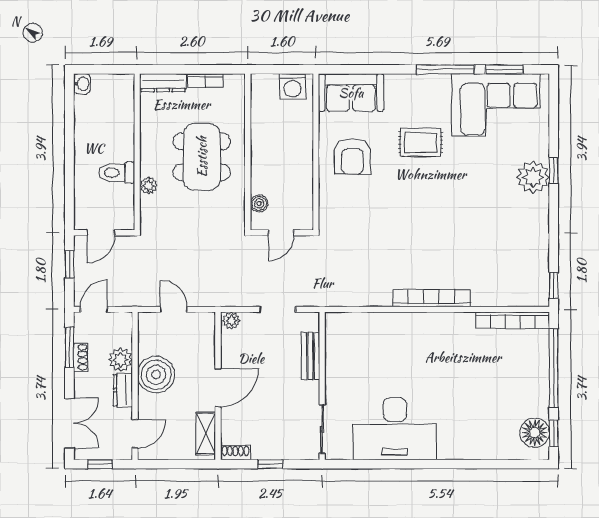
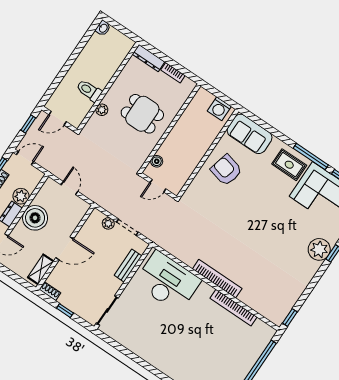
rug: (420, 142) -> (289, 165), moved
armchair: (352, 156) -> (226, 170), turned 104
dining table: (202, 157) -> (142, 114), width x0.73
bookcase: (513, 320) -> (233, 308), moved
plant: (231, 321) -> (108, 223), moved
desk: (395, 429) -> (168, 282), moved, turned 180

